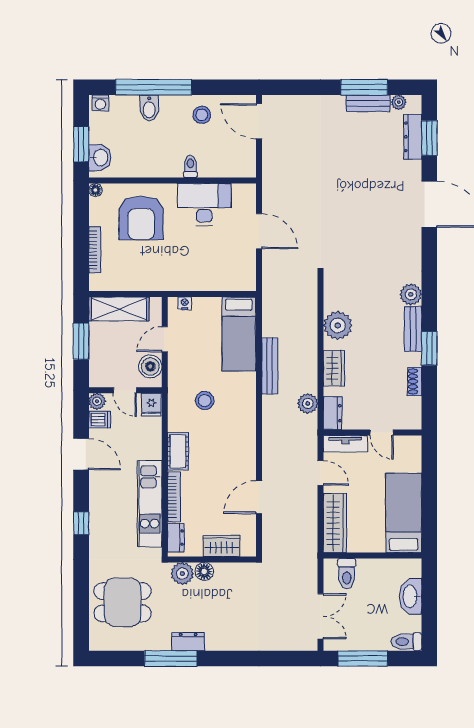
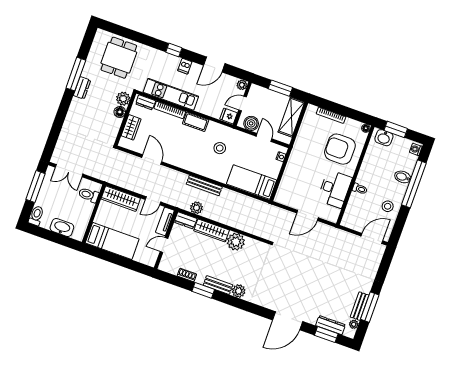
bench: (270, 366) -> (204, 185), moved
wardrobe: (334, 368) -> (212, 230), width x1.50
dishwasher: (100, 419) -> (185, 66), moved

